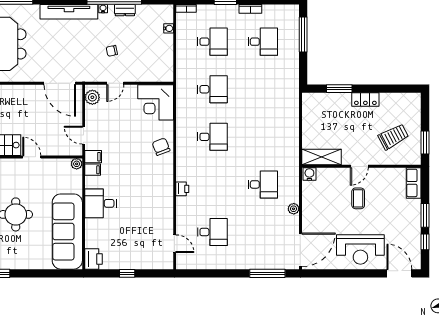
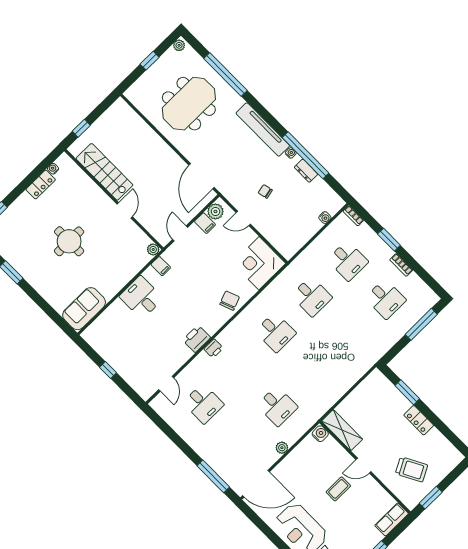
filing cabinet: (93, 157) -> (205, 223), moved
sofa: (67, 232) -> (84, 309), width x0.54, depth x0.79
printer: (94, 259) -> (197, 339), moved, turned 180

